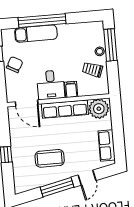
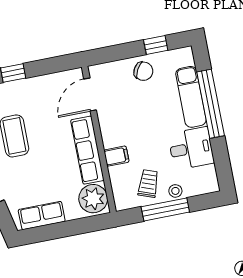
window: (110, 45) -> (165, 209), moved
desk: (51, 85) -> (191, 148), moved, turned 180

